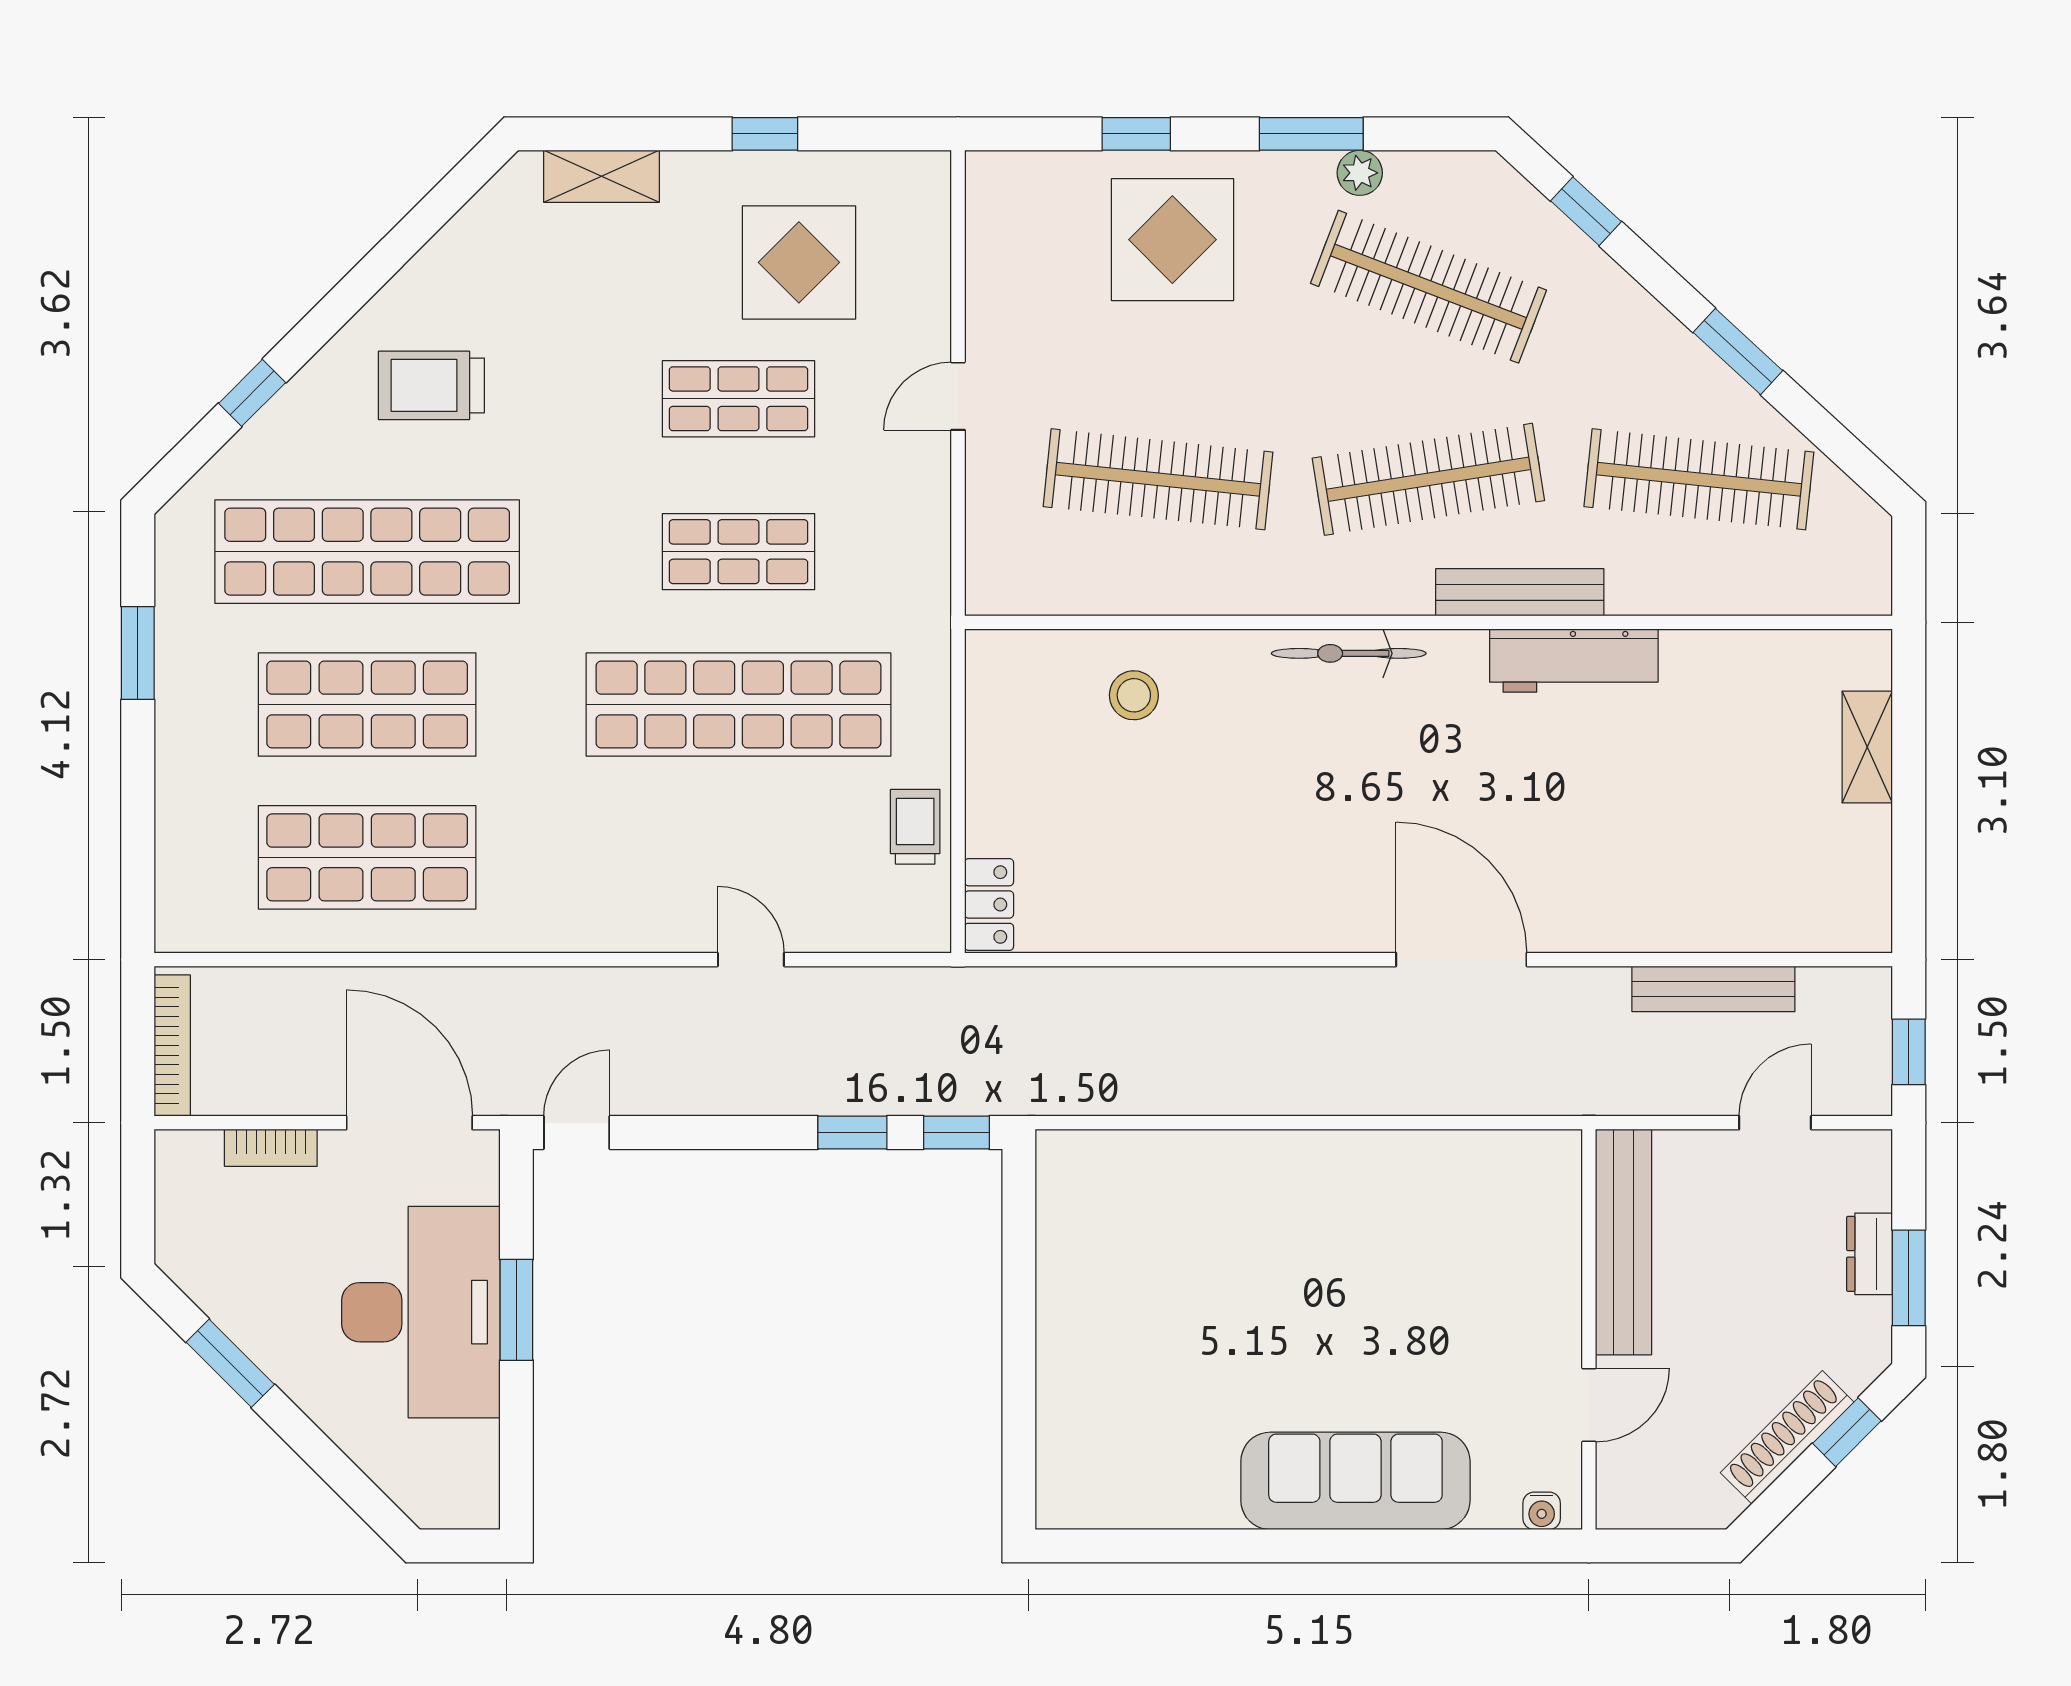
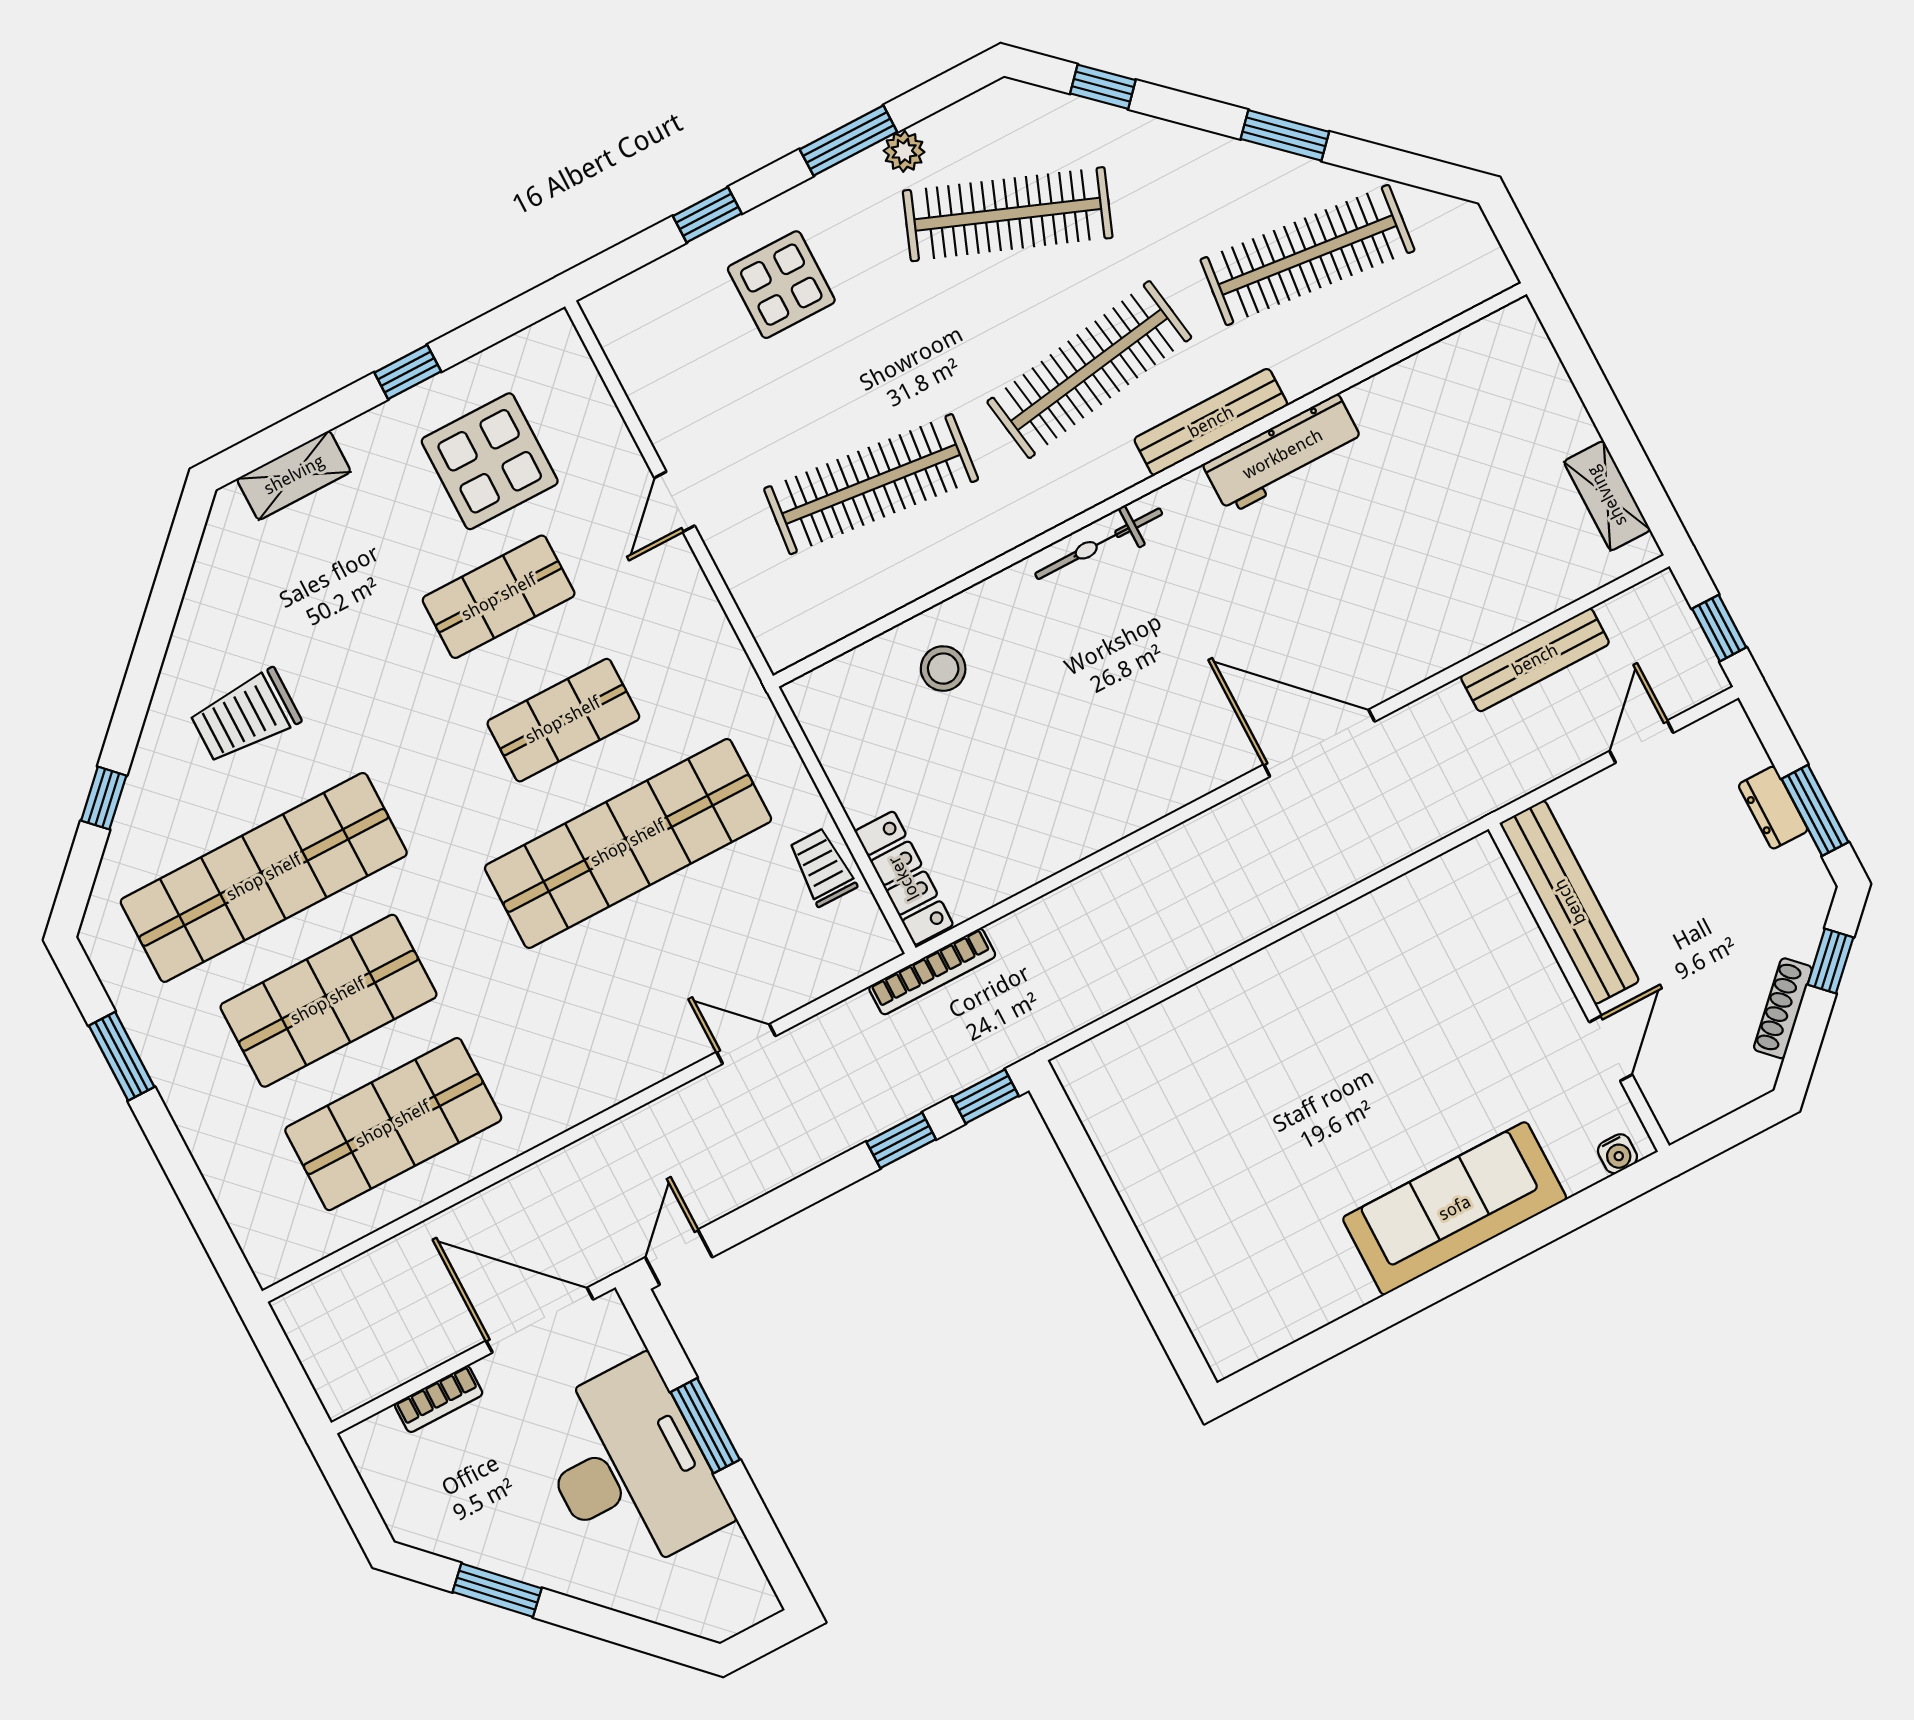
display table: (1172, 240) -> (781, 285), width x0.73, depth x0.73
shelving: (1867, 747) -> (1607, 496), moved
locker: (989, 905) -> (904, 878), width x1.53
bookcase: (172, 1046) -> (932, 972), moved, turned 90
shoe rack: (1787, 1437) -> (1783, 1008), width x0.74, depth x0.81

